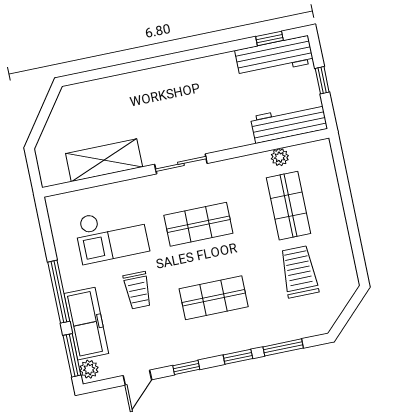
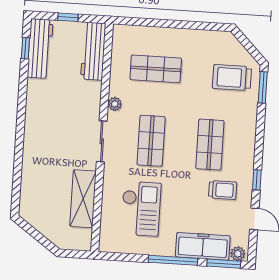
plant: (280, 157) -> (115, 104), moved
trolley: (299, 272) -> (232, 78), moved
trolley: (138, 290) -> (223, 190), moved
window: (283, 347) -> (263, 87), moved
window: (238, 357) -> (260, 138), removed

